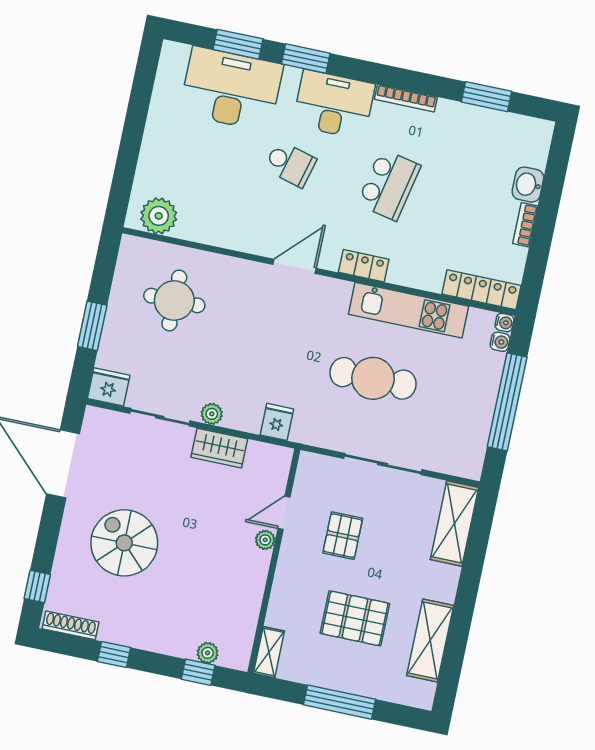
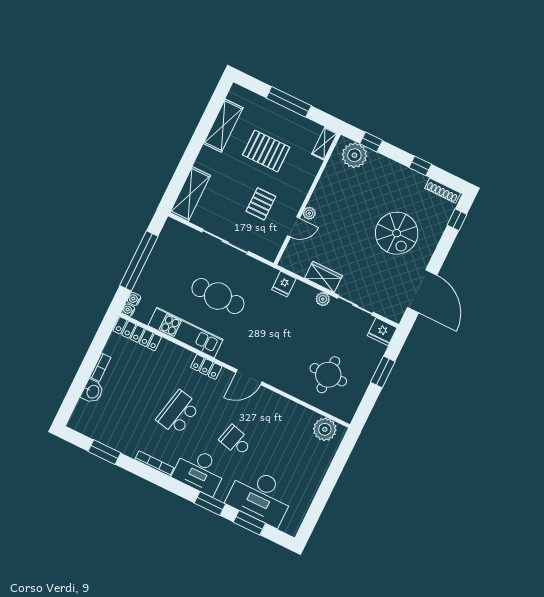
plant: (208, 653) -> (354, 155), width x1.87, depth x1.87

